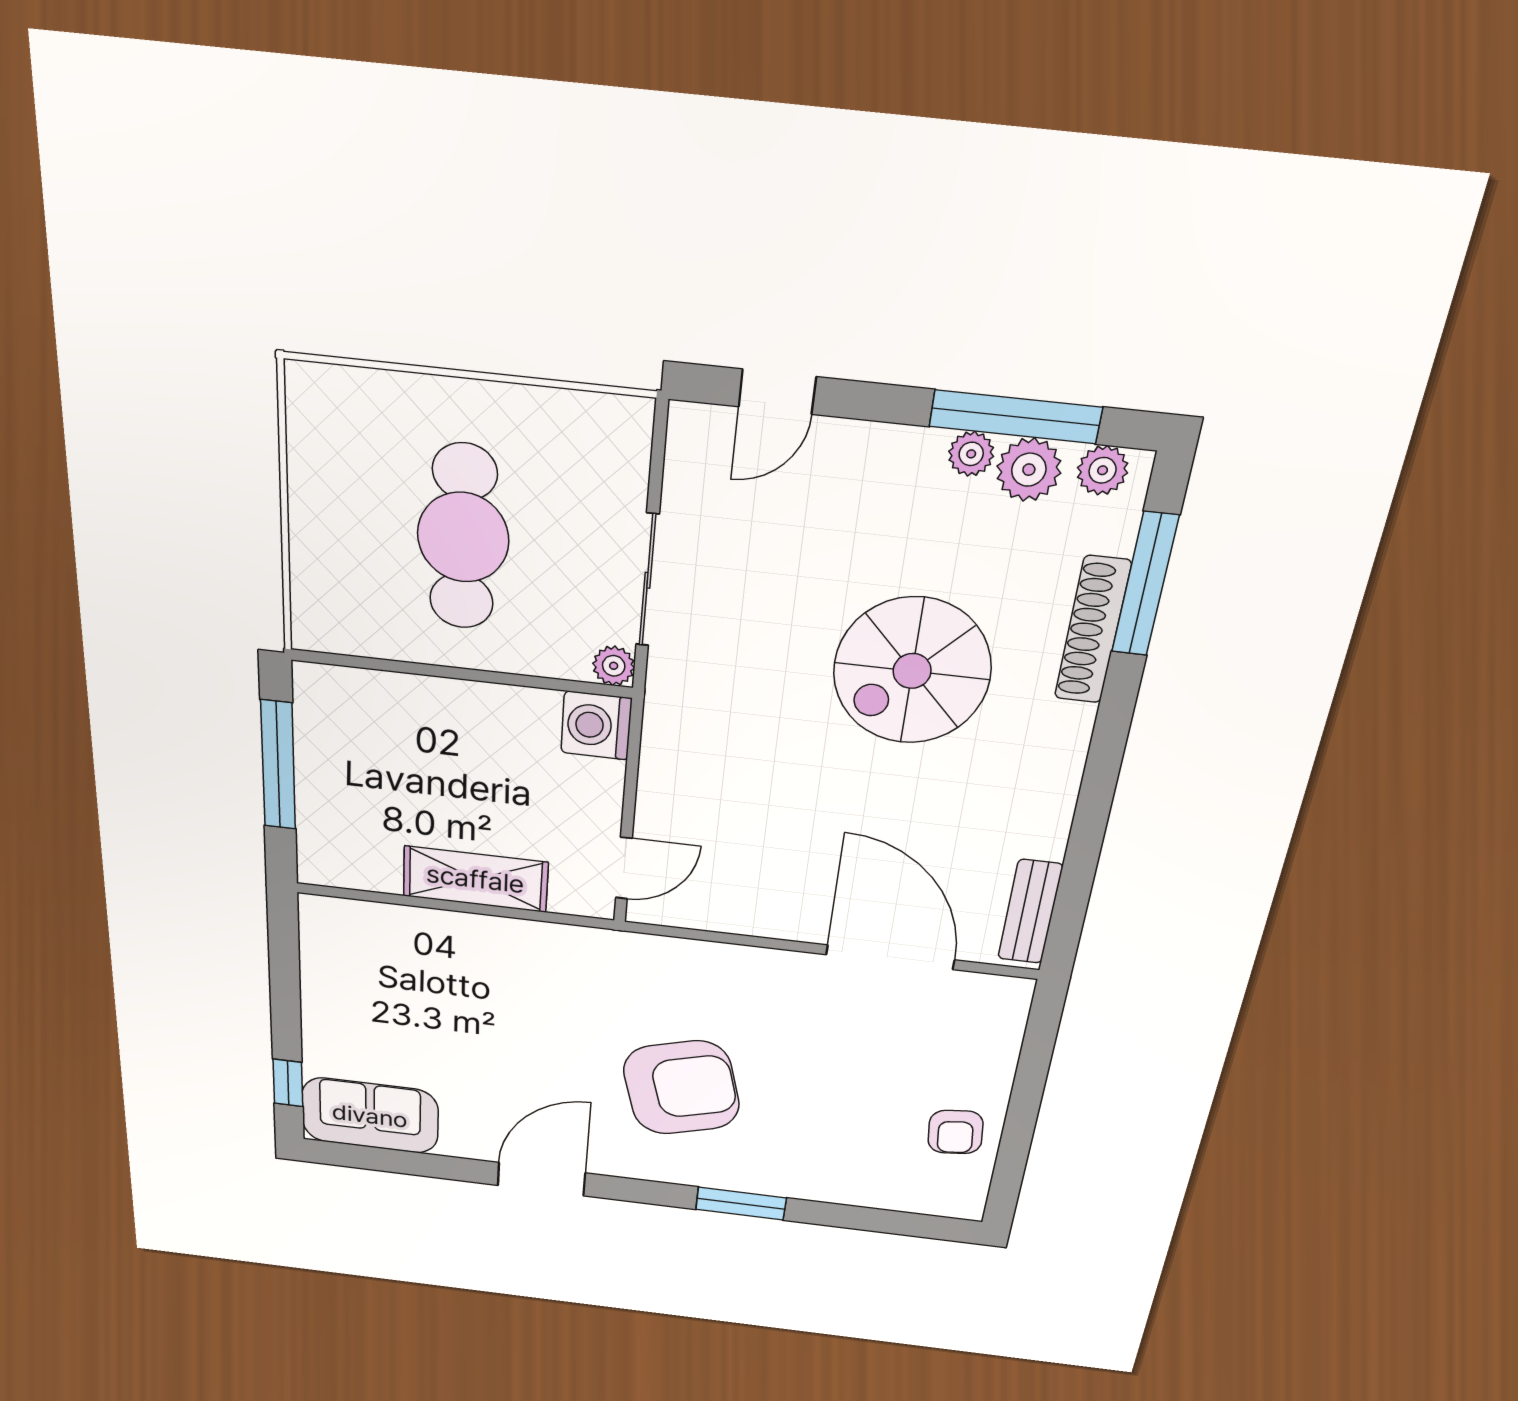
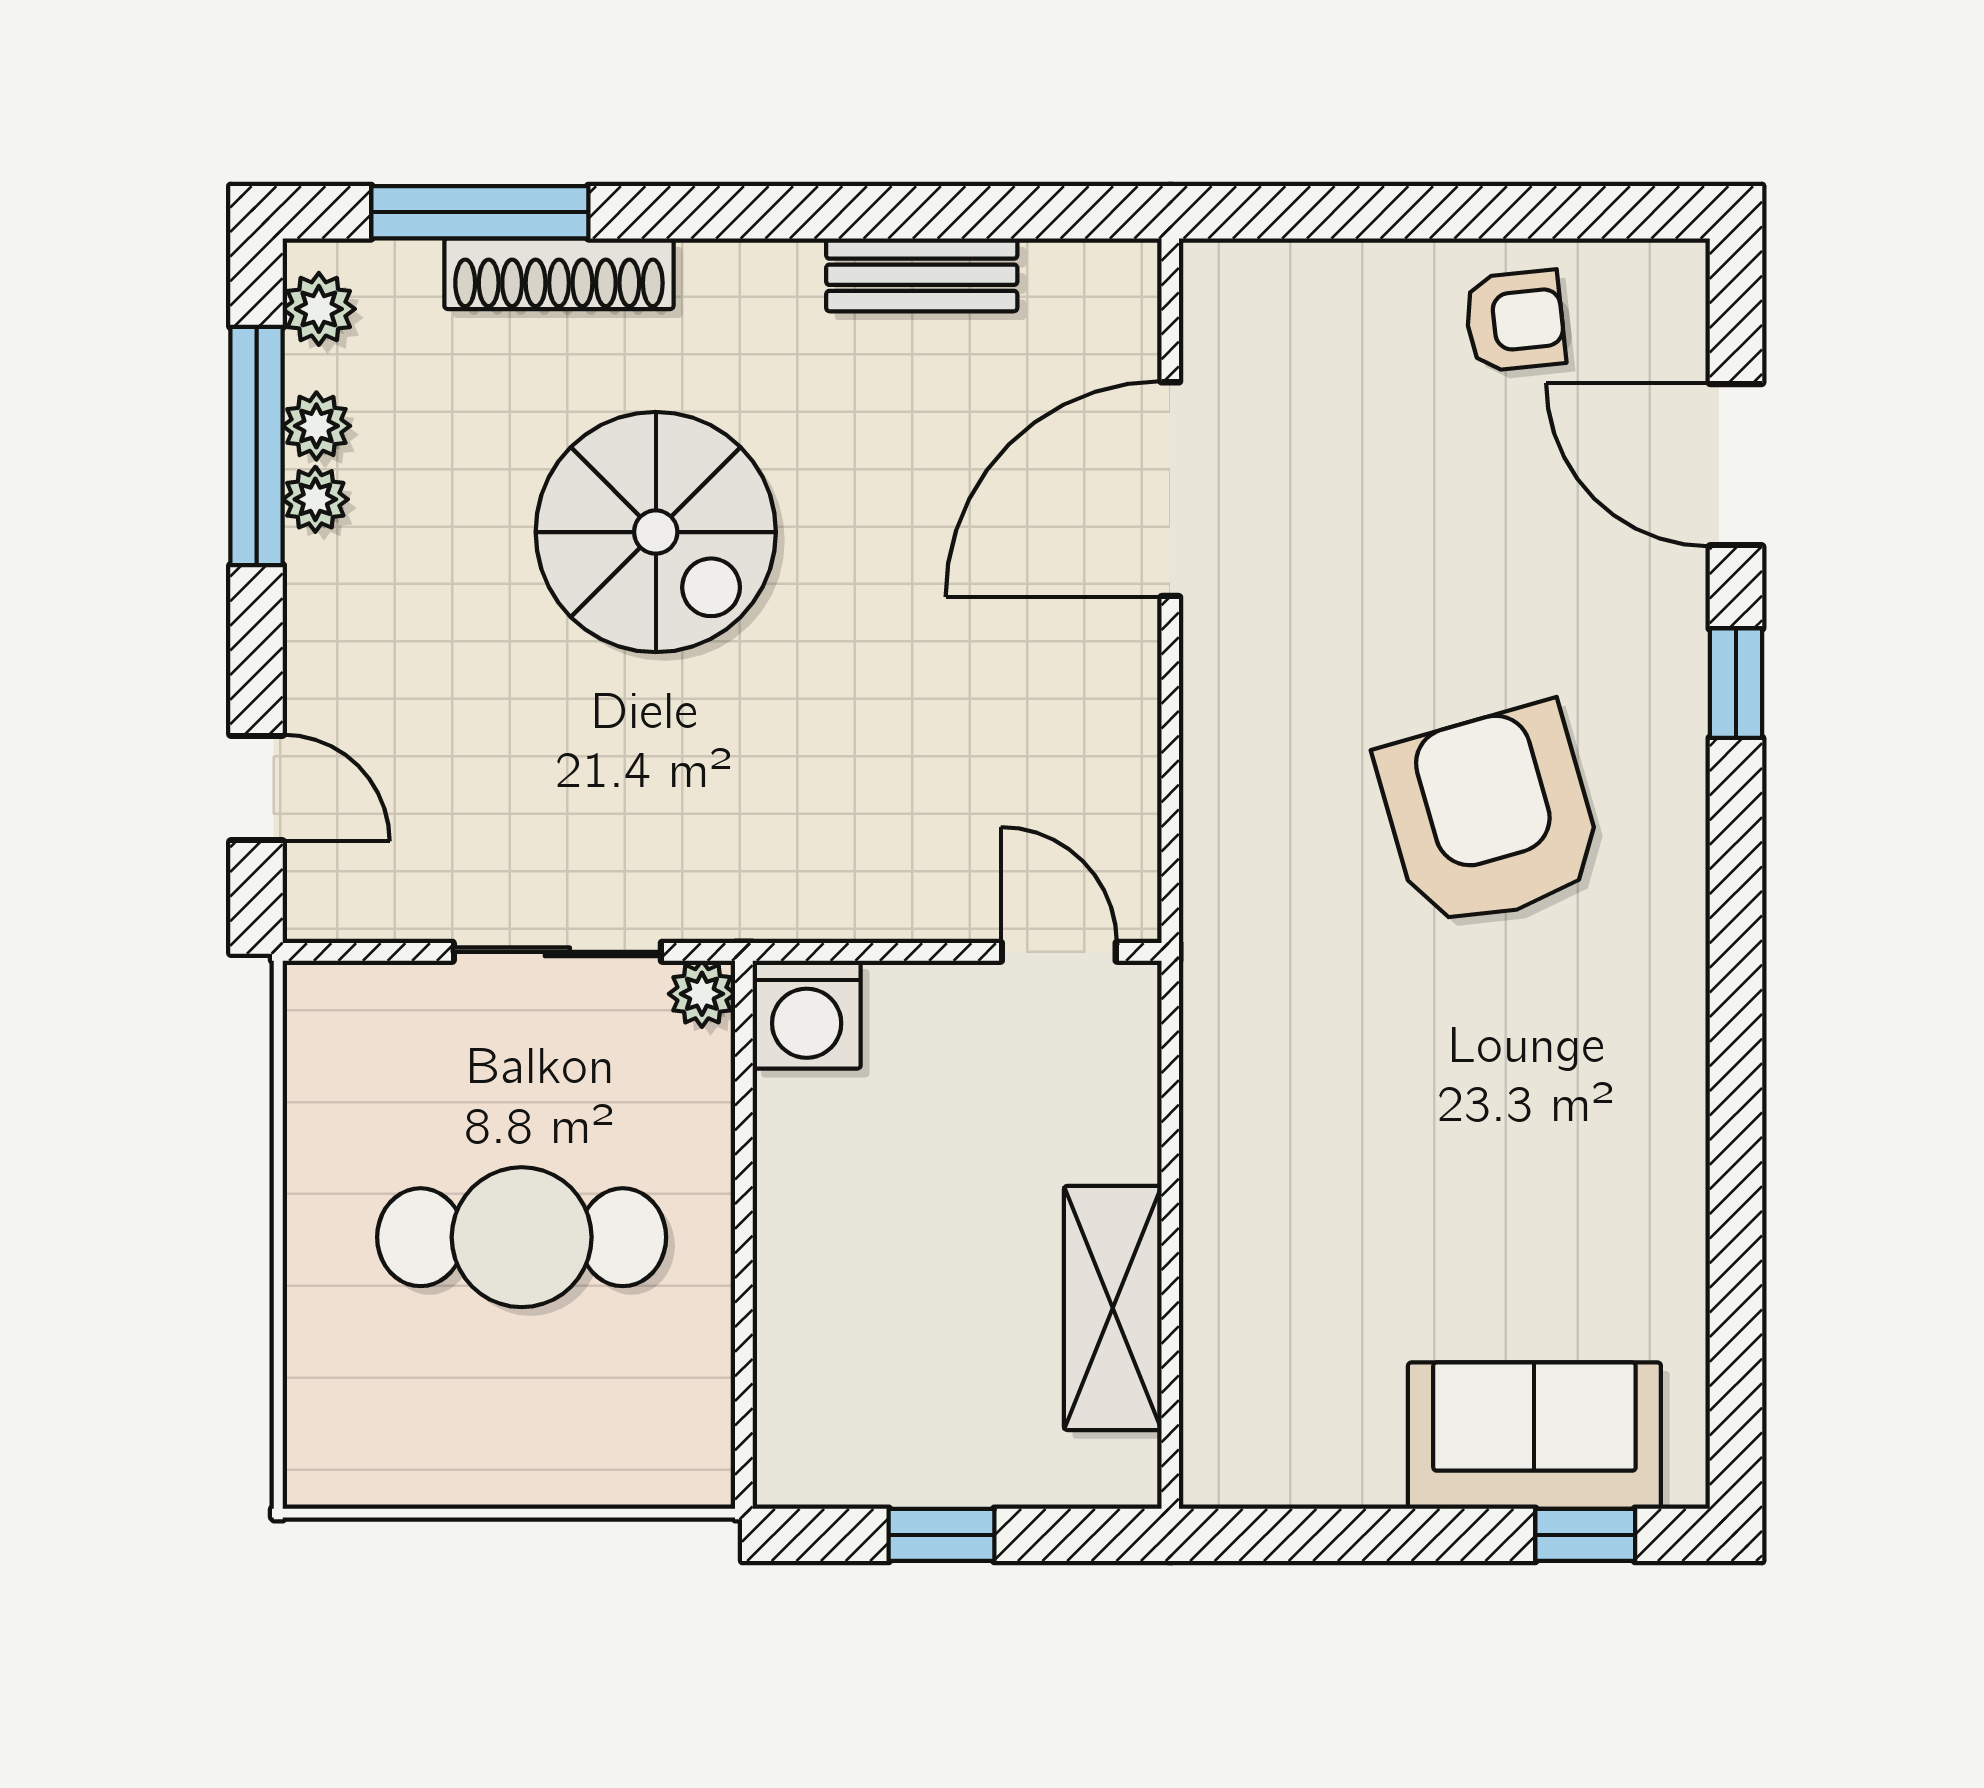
plant: (1029, 470) -> (316, 426), width x0.73, depth x0.73
window: (278, 765) -> (942, 1535), width x0.46
shelving: (475, 879) -> (1113, 1308), moved
bench: (1030, 912) -> (922, 275), moved
sofa: (370, 1116) -> (1534, 1436), moved, turned 90
door: (541, 1179) -> (1736, 465), moved
window: (741, 1204) -> (1736, 683), width x0.67

